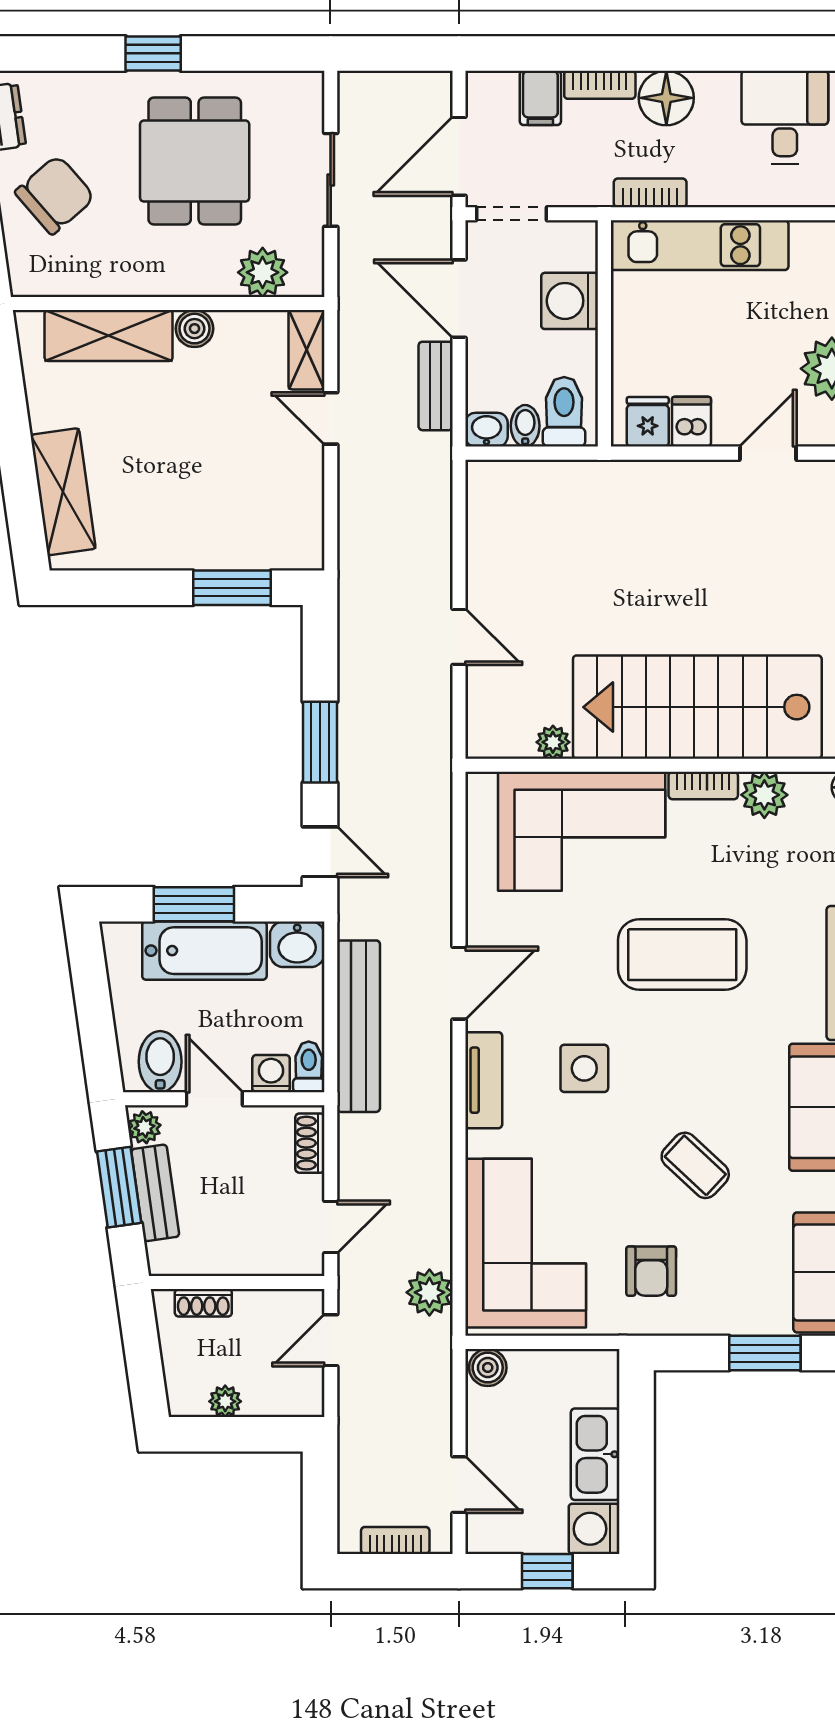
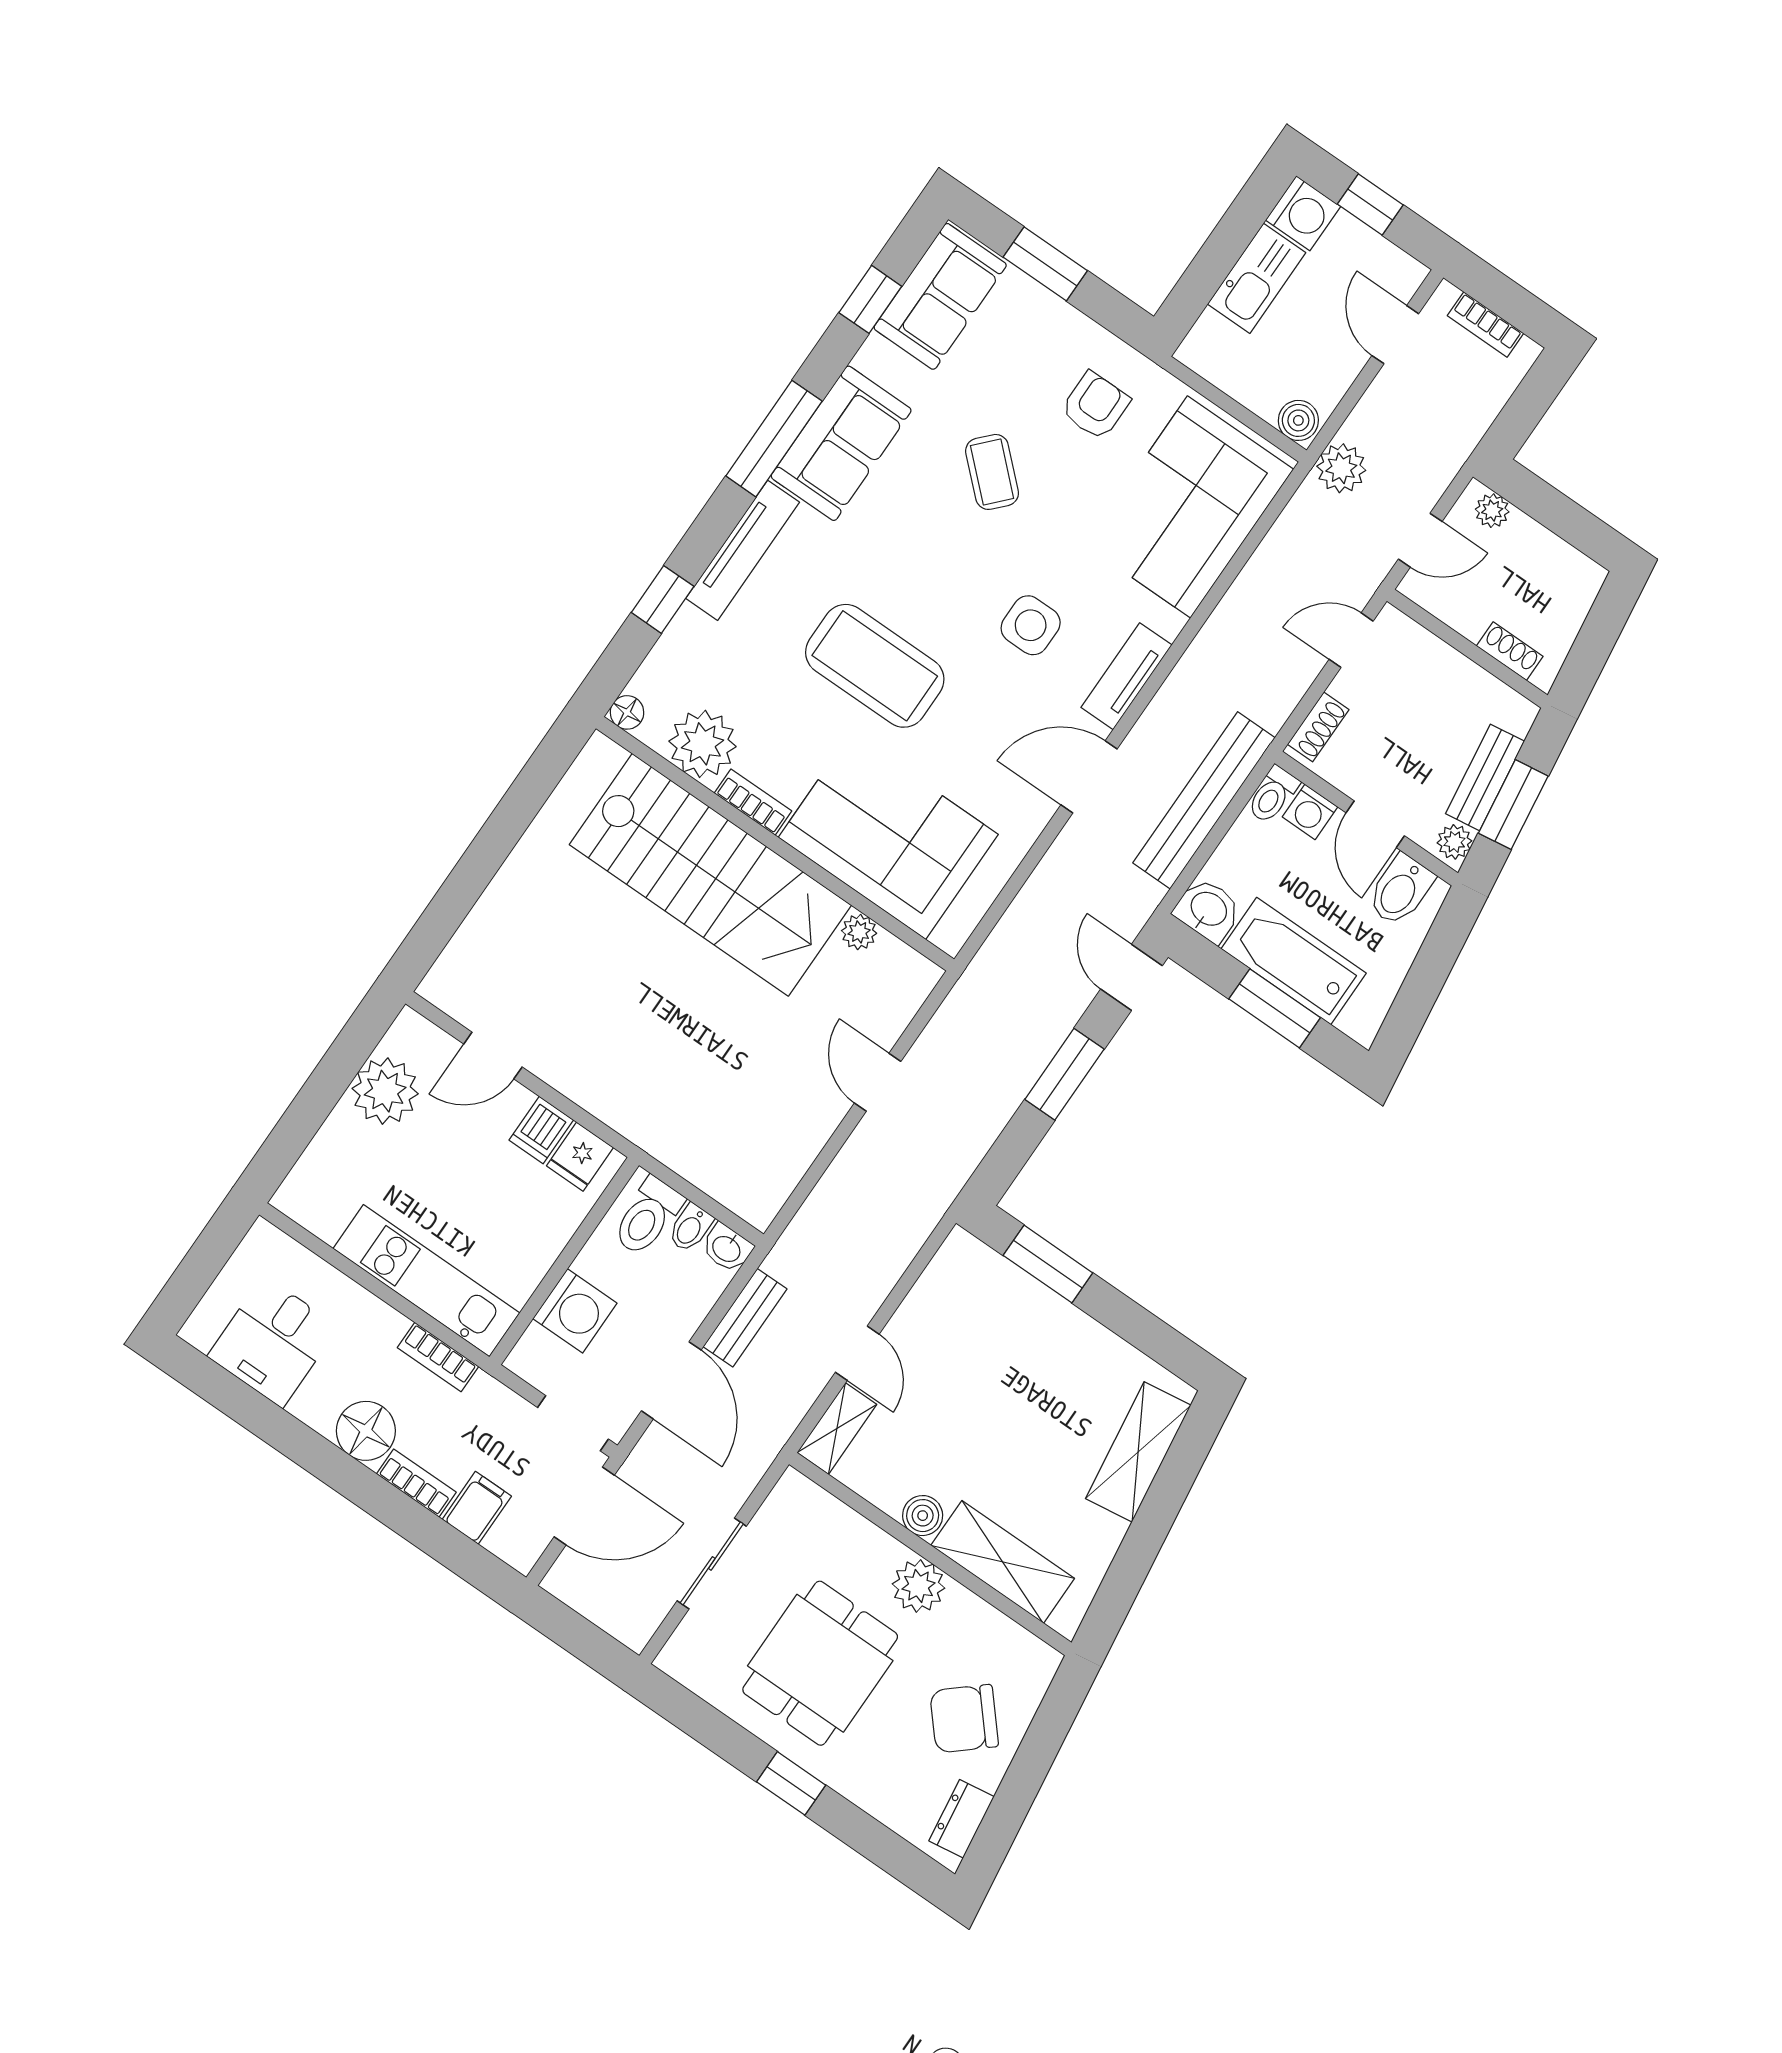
plant: (263, 272) -> (918, 1586), moved
plant: (764, 795) -> (703, 744), width x1.36, depth x1.36
plant: (429, 1292) -> (1341, 468), moved
plant: (225, 1401) -> (1492, 511), moved

